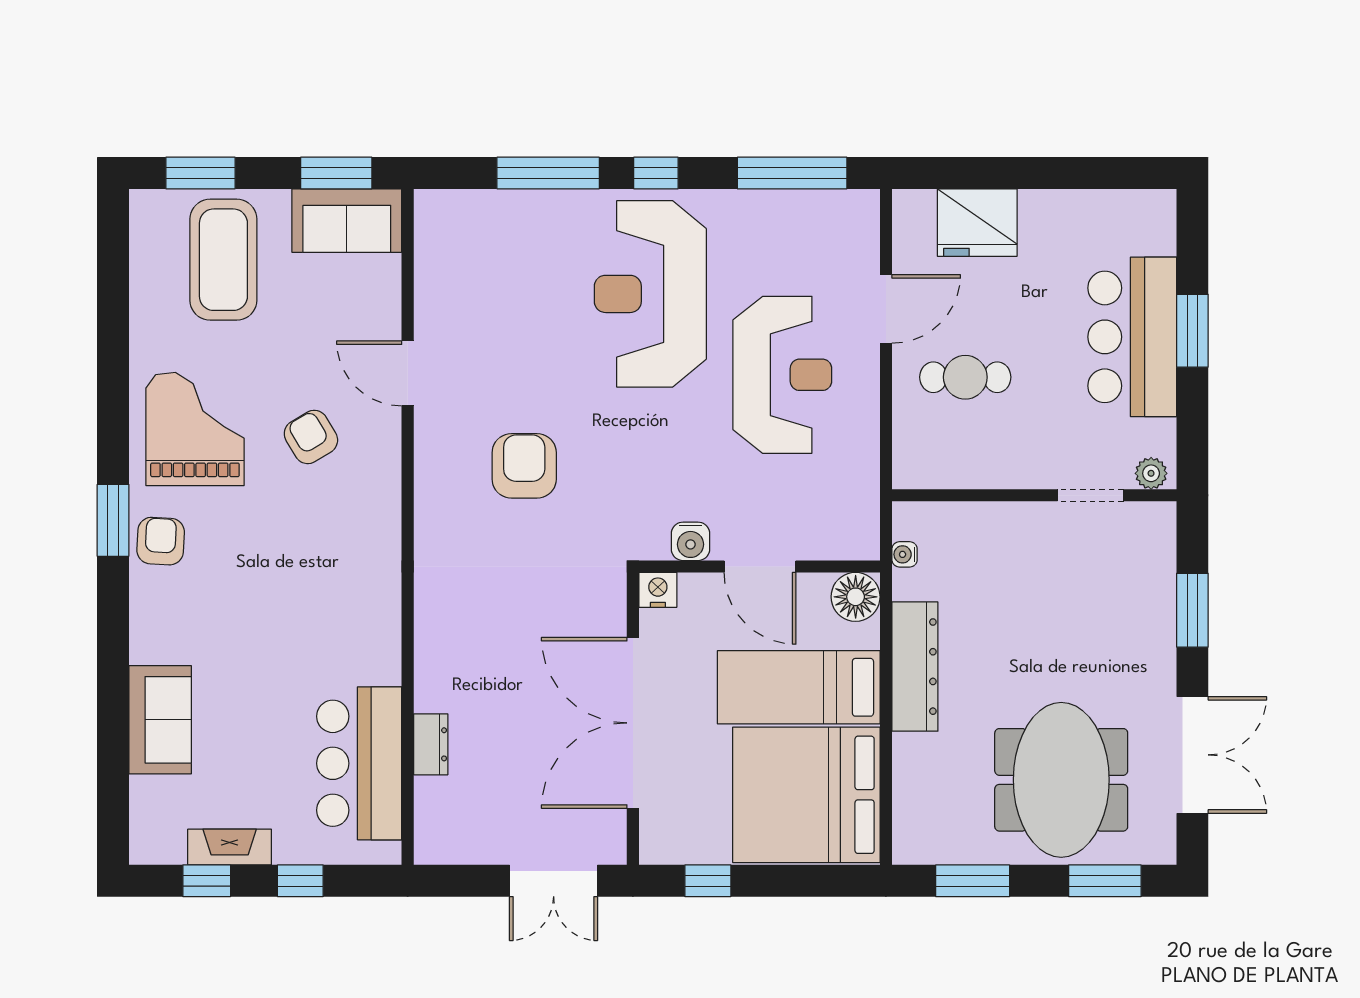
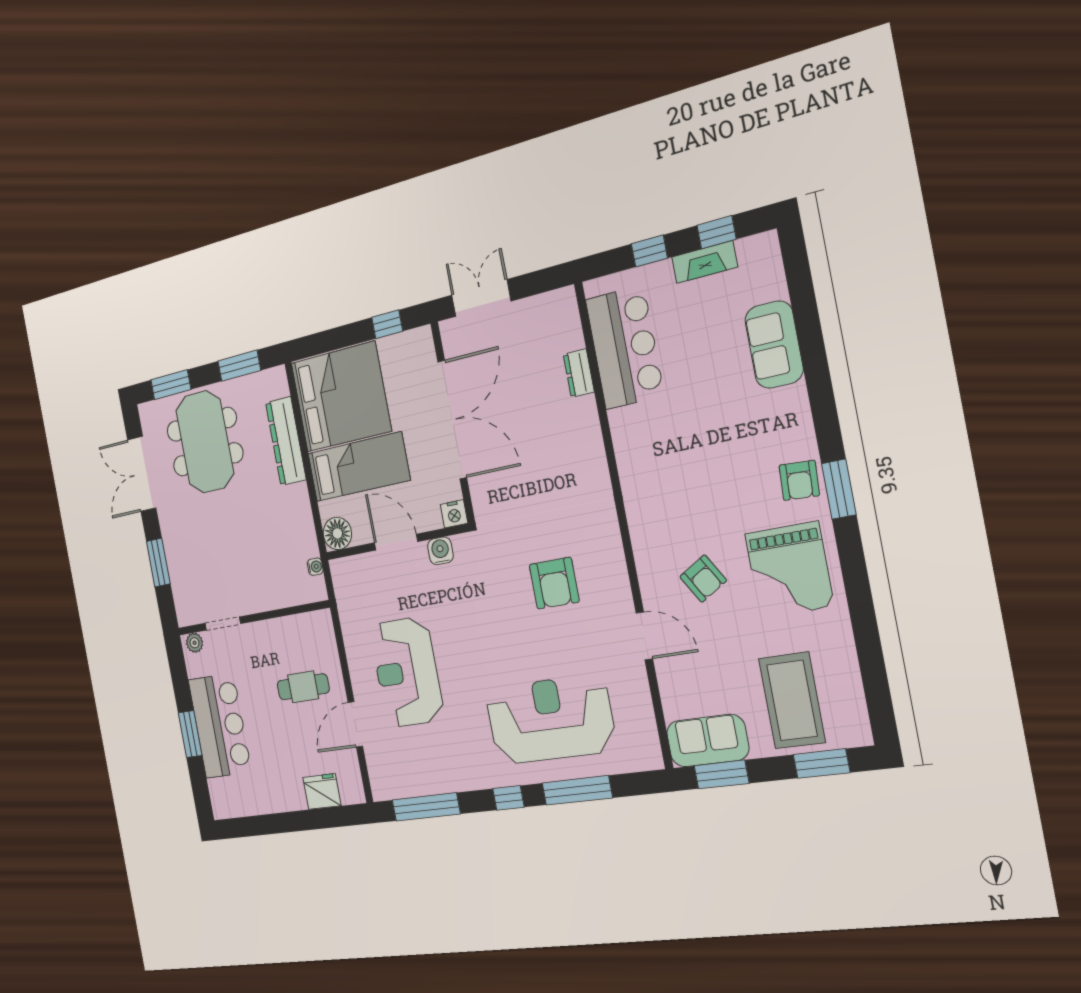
fridge: (977, 223) -> (322, 792), width x0.73, depth x0.75
reception desk: (650, 294) -> (550, 720), moved, turned -90
dresser: (915, 667) -> (286, 441), moved

